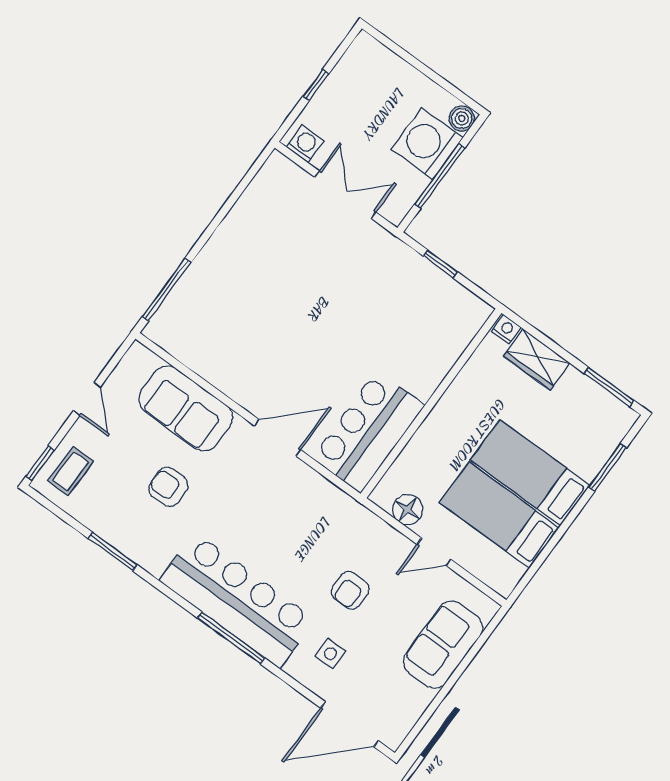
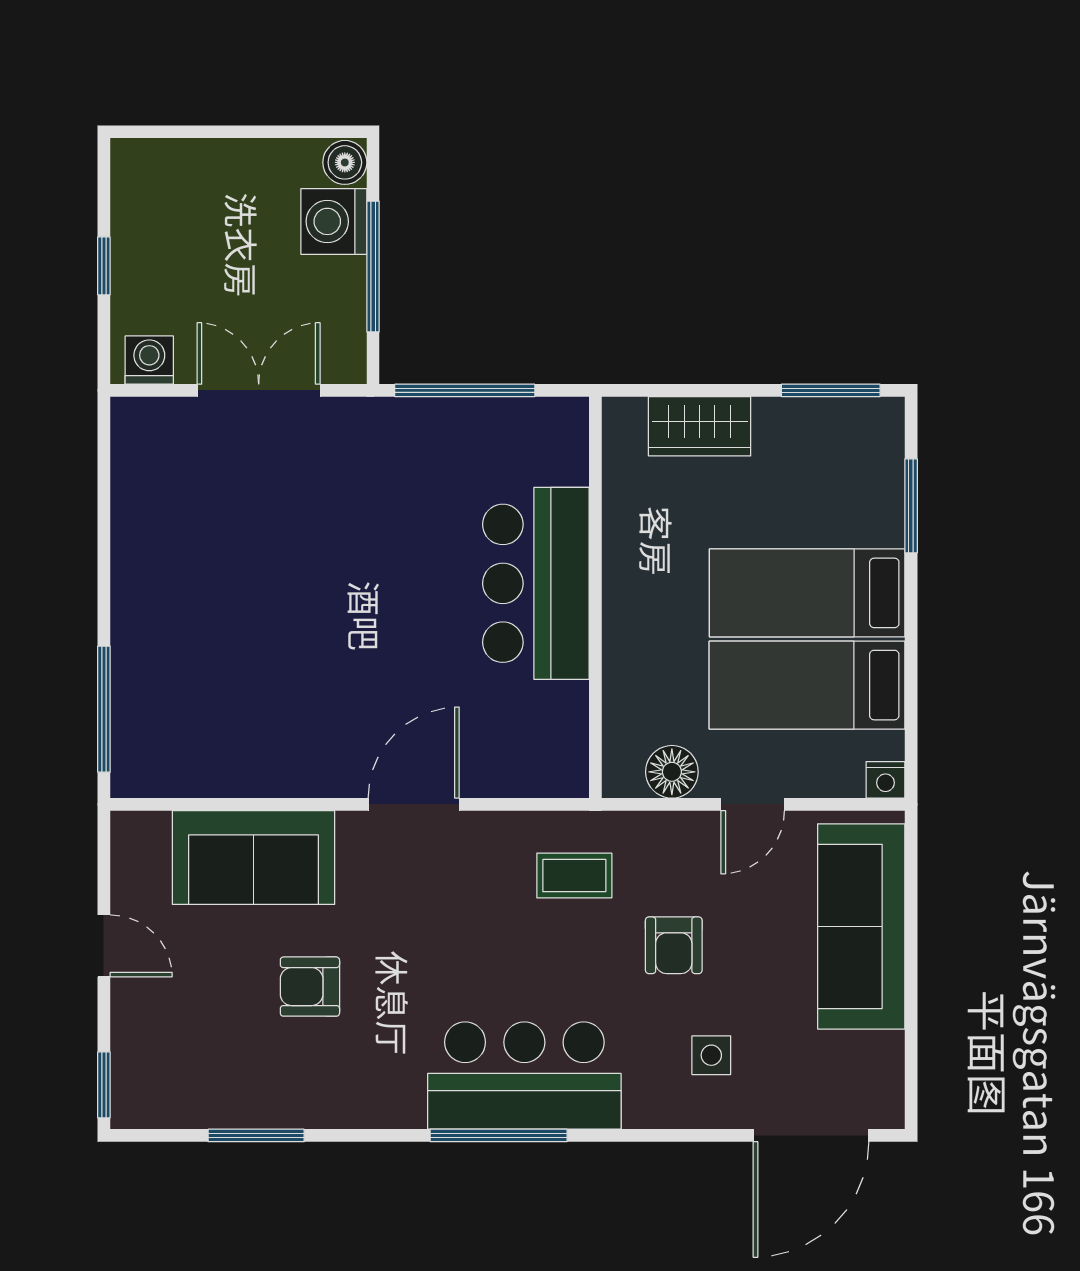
washing machine: (427, 144) -> (334, 221), width x0.73, depth x0.73
window: (440, 264) -> (465, 390), width x2.17
nightstand: (506, 329) -> (885, 780), moved, turned 180
bar counter: (368, 432) -> (536, 583), moved
coffee table: (71, 471) -> (574, 876), moved, turned 90
window: (113, 552) -> (256, 1135), moved
bar counter: (237, 600) -> (524, 1076), width x0.73
window: (231, 638) -> (499, 1135), moved
sofa: (443, 645) -> (861, 926), width x1.36

